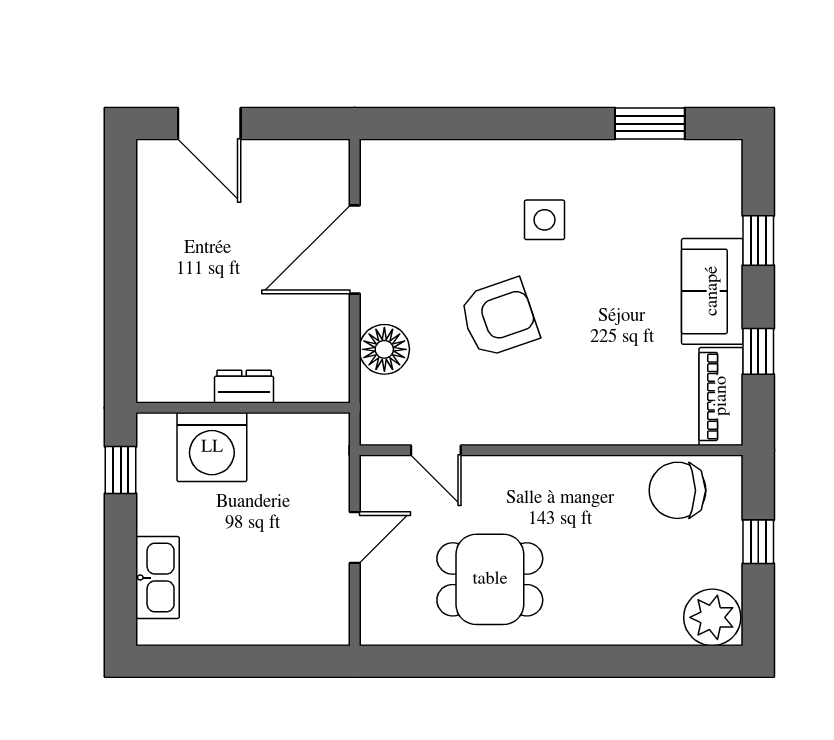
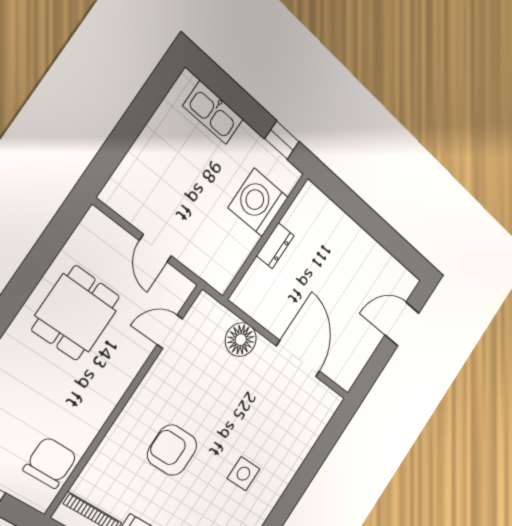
armchair: (499, 318) -> (172, 450), moved, turned 109

